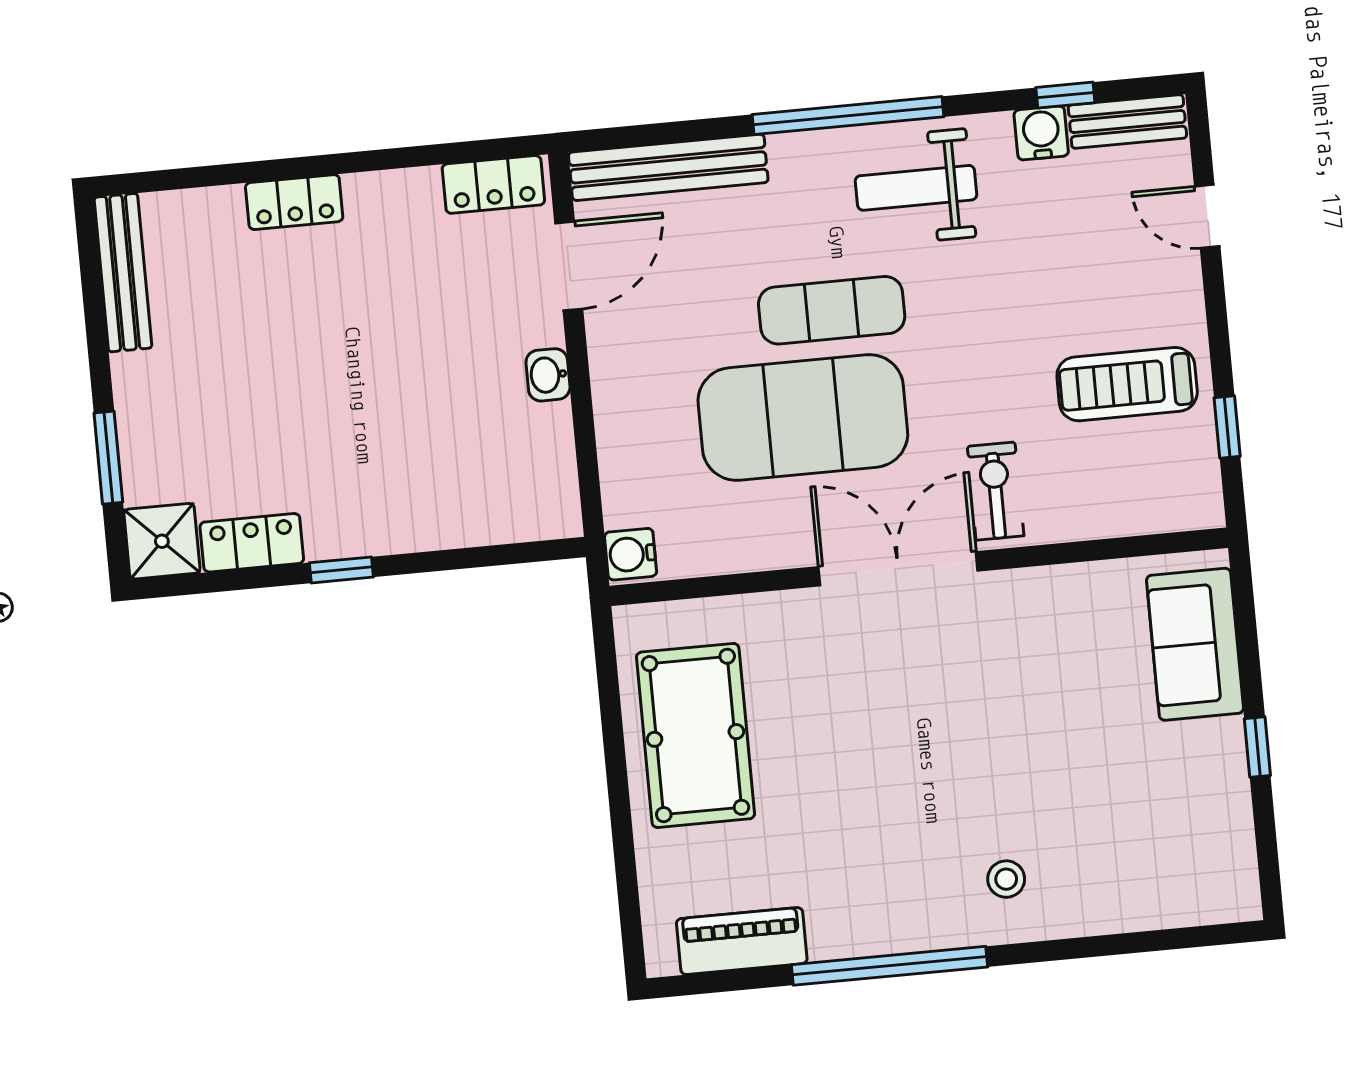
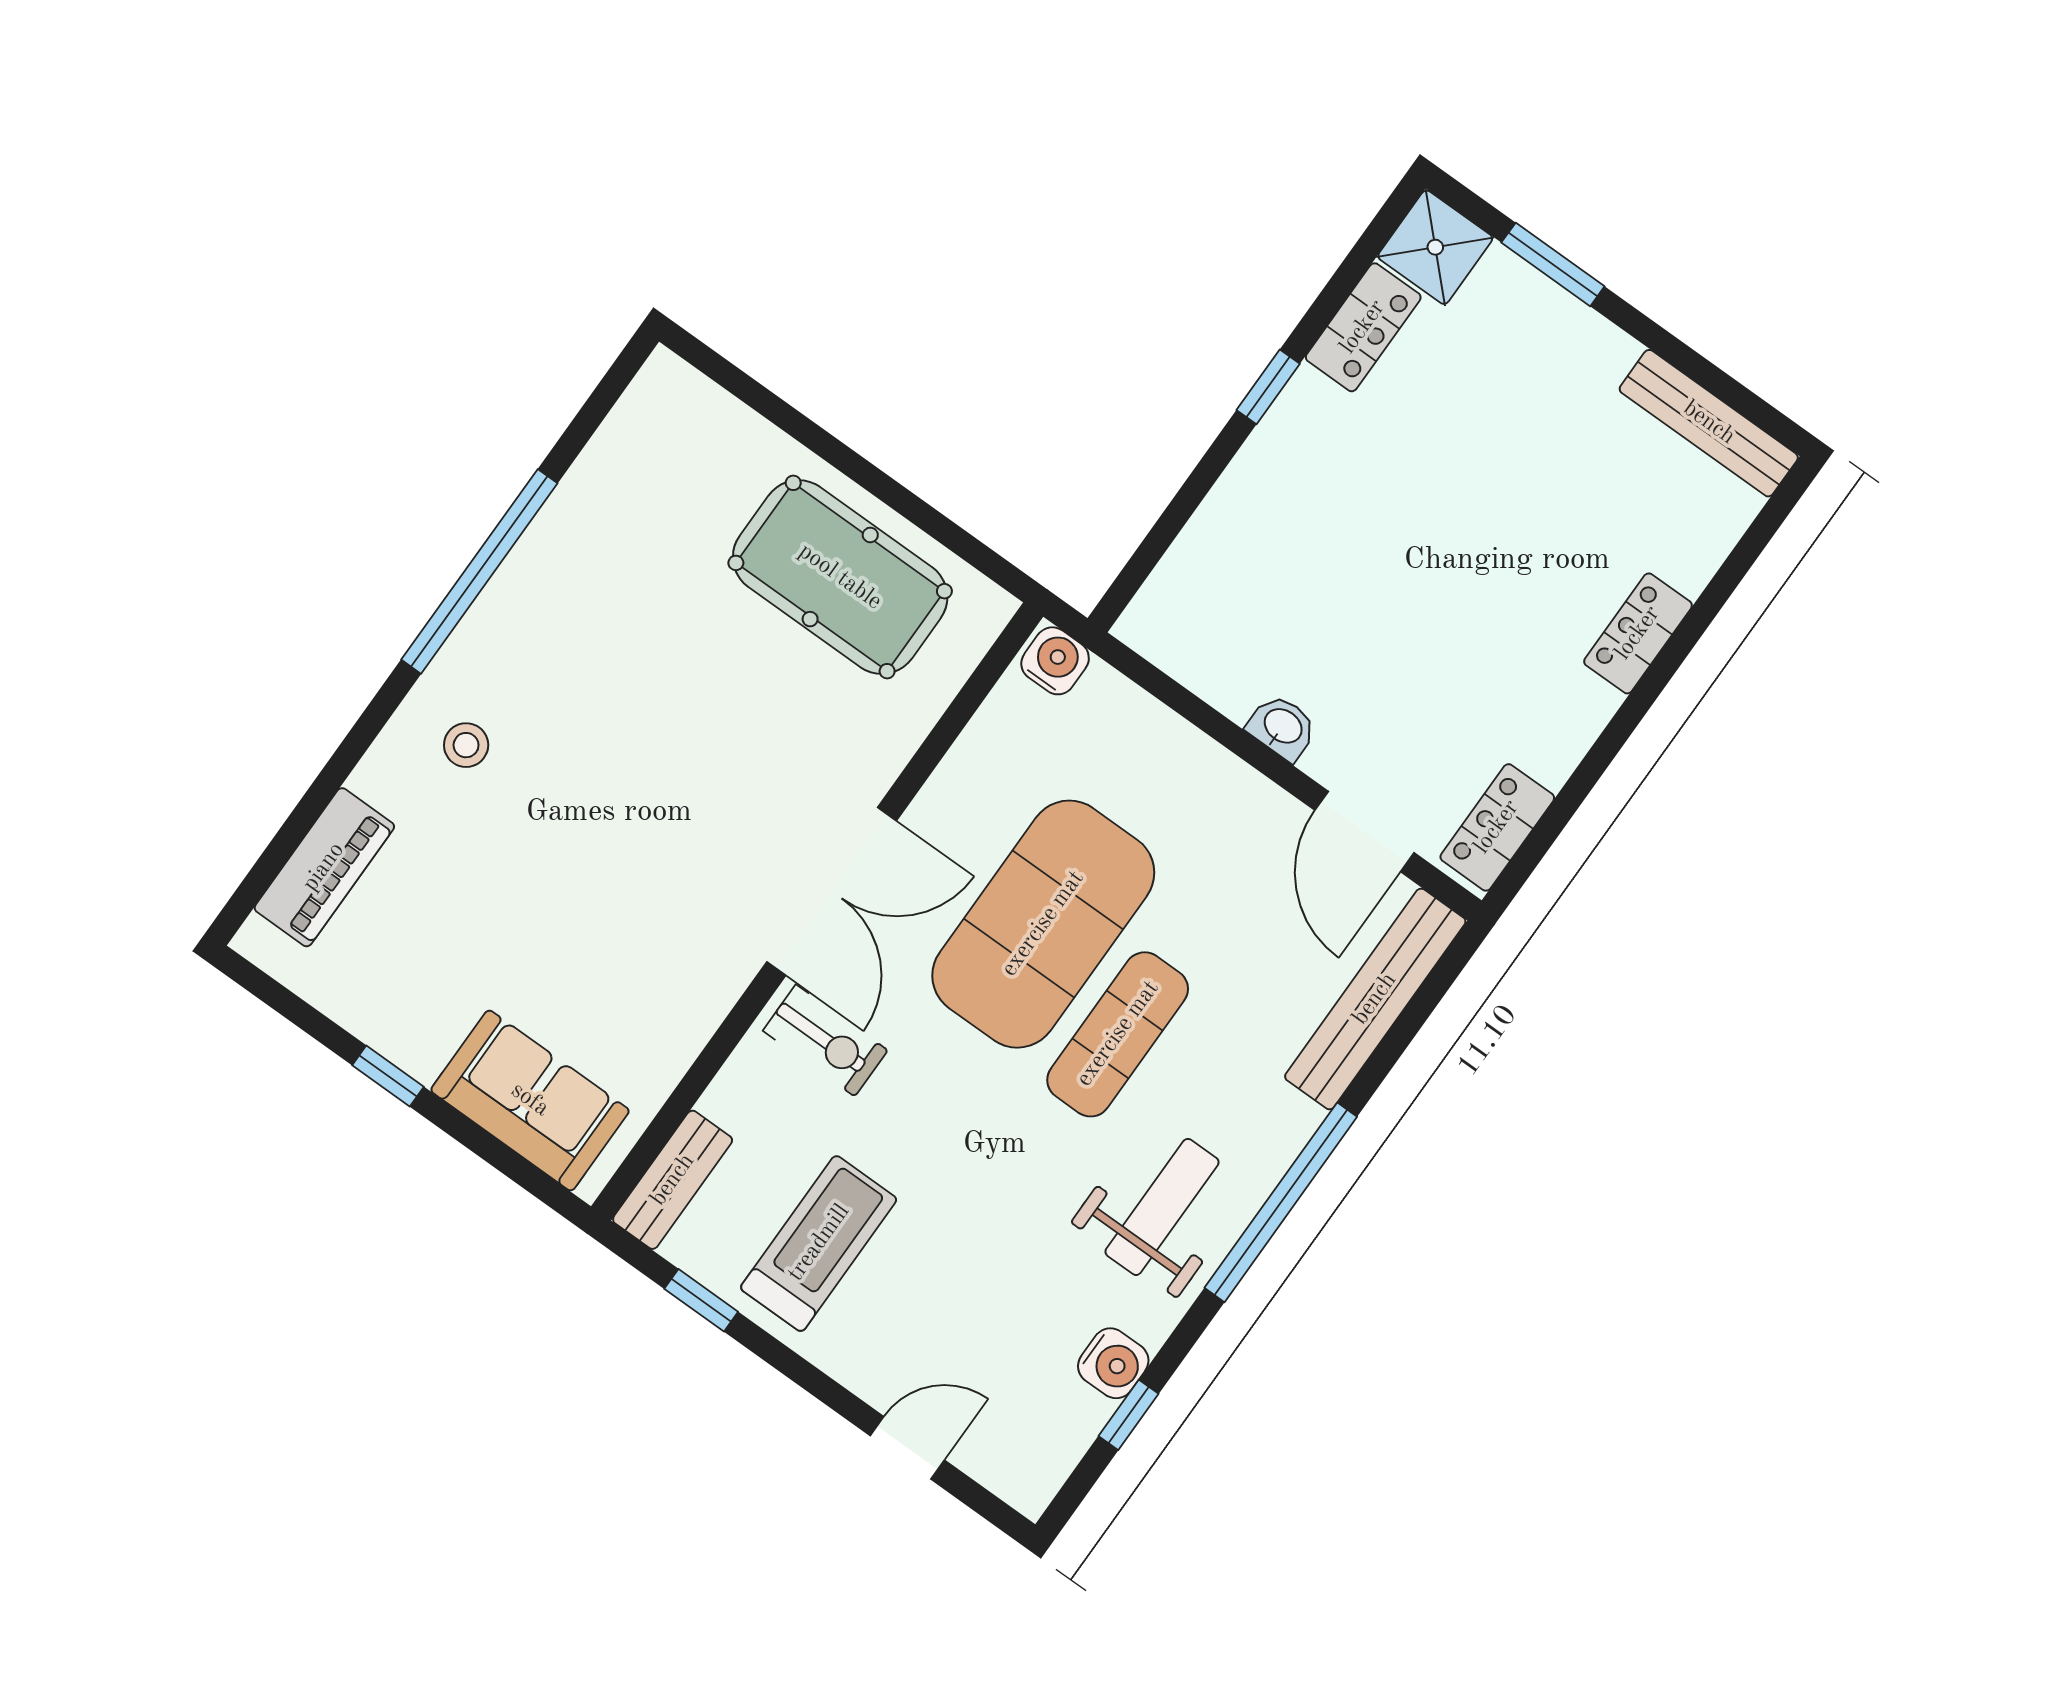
bench: (1127, 122) -> (673, 1180), moved
piano: (742, 941) -> (324, 867), moved

